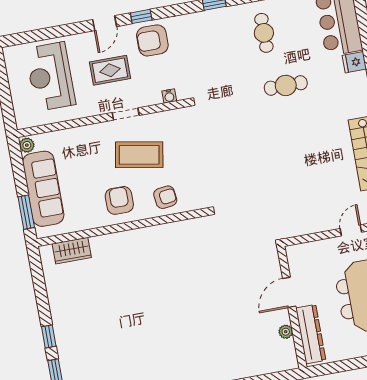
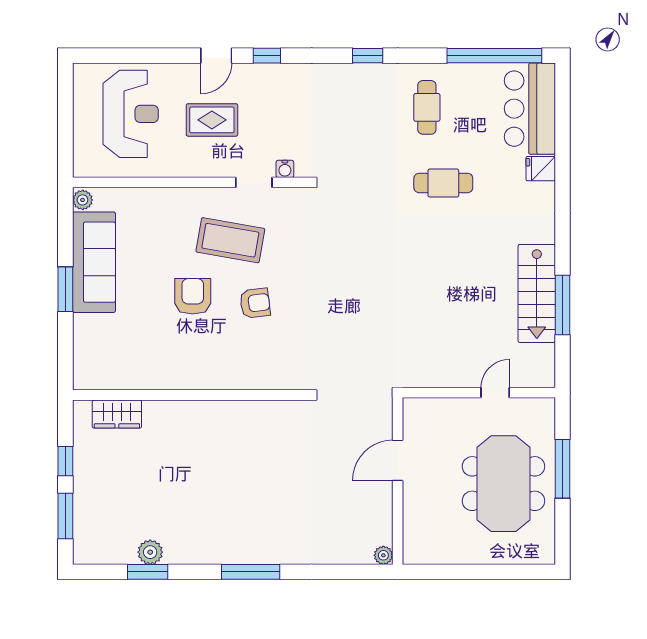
armchair: (152, 40) -> (276, 90), removed
reception desk: (50, 77) -> (131, 114), turned 180
doorway: (126, 114) -> (254, 182), moved
wall: (122, 227) -> (190, 395), moved
wardrobe: (72, 251) -> (117, 414), moved
plant: (286, 332) -> (383, 555), moved
dresser: (311, 334) -> (416, 522), removed

